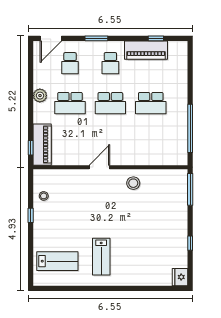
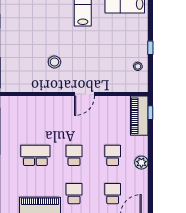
school desk: (70, 103) -> (113, 155), width x0.54
school desk: (110, 103) -> (74, 155), width x0.54
stool: (133, 183) -> (54, 62), moved

